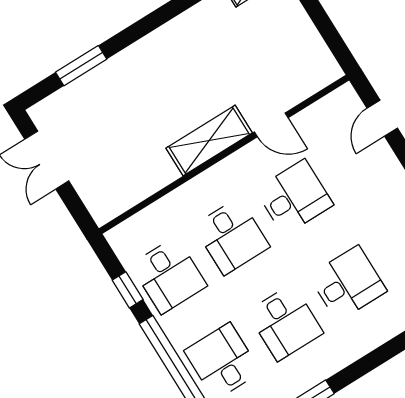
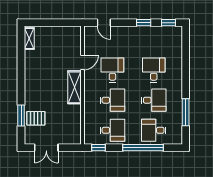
pallet: (95, 100) -> (36, 118), added
window: (128, 290) -> (98, 148), moved

